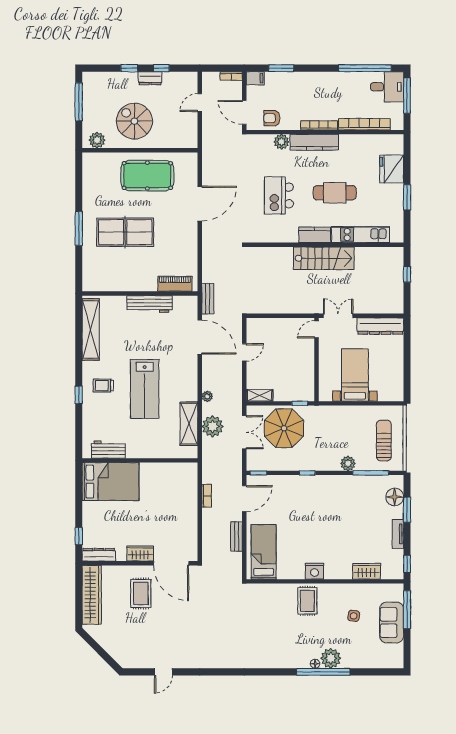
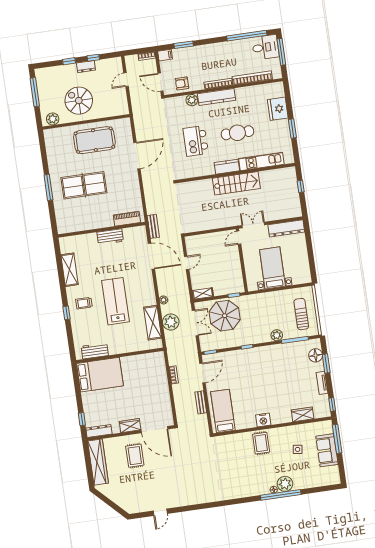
workbench: (150, 304) -> (110, 237), width x0.73
shelving: (91, 330) -> (70, 270), width x0.68
lab bench: (145, 389) -> (116, 301), turned 180

